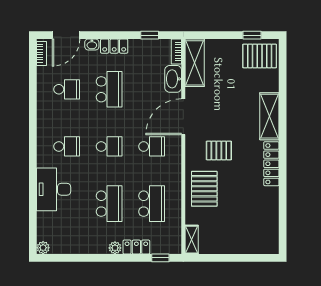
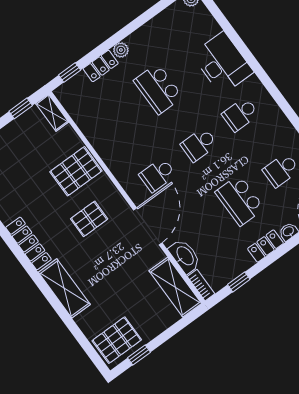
pallet: (204, 189) -> (76, 171), turned 90
school desk: (152, 204) -> (117, 119), removed
window: (211, 258) -> (21, 108), added

